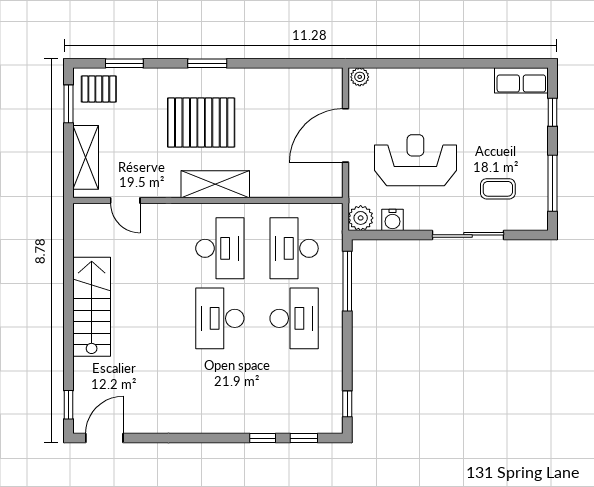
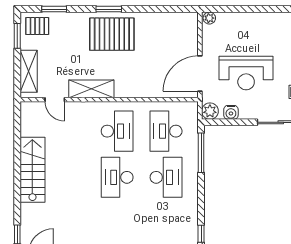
pallet: (201, 123) -> (112, 34), moved
door: (345, 135) -> (200, 74), moved
reception desk: (415, 160) -> (246, 73), turned 180
shelving: (215, 184) -> (91, 89), moved

